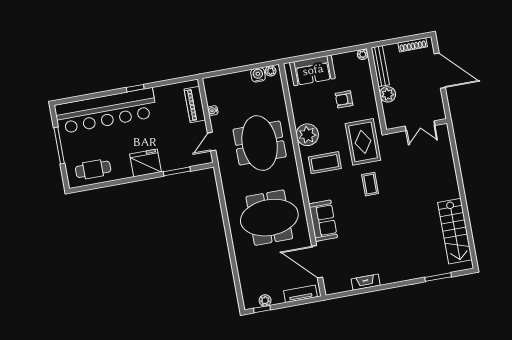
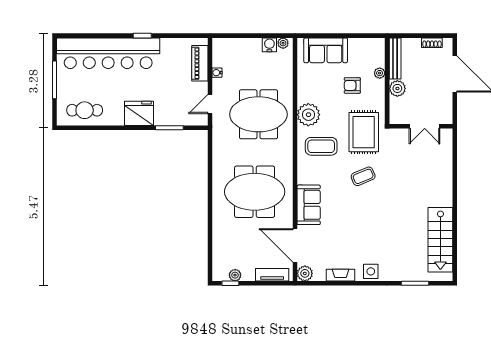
shoe rack: (413, 45) -> (432, 43), width x0.70
plant: (363, 54) -> (380, 73), moved
meeting table: (260, 143) -> (258, 114), turned 90
coffee table: (370, 184) -> (363, 176), turned 67
side table: (394, 273) -> (371, 271), added
plant: (331, 287) -> (305, 273), added

